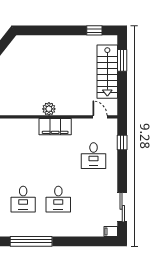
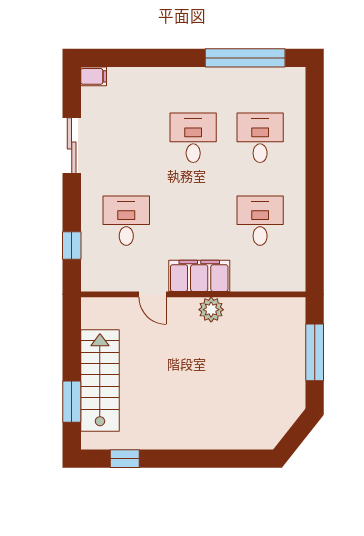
door: (100, 117) -> (153, 294), moved
desk: (23, 156) -> (260, 221), added
sliding door: (122, 207) -> (72, 146), moved

